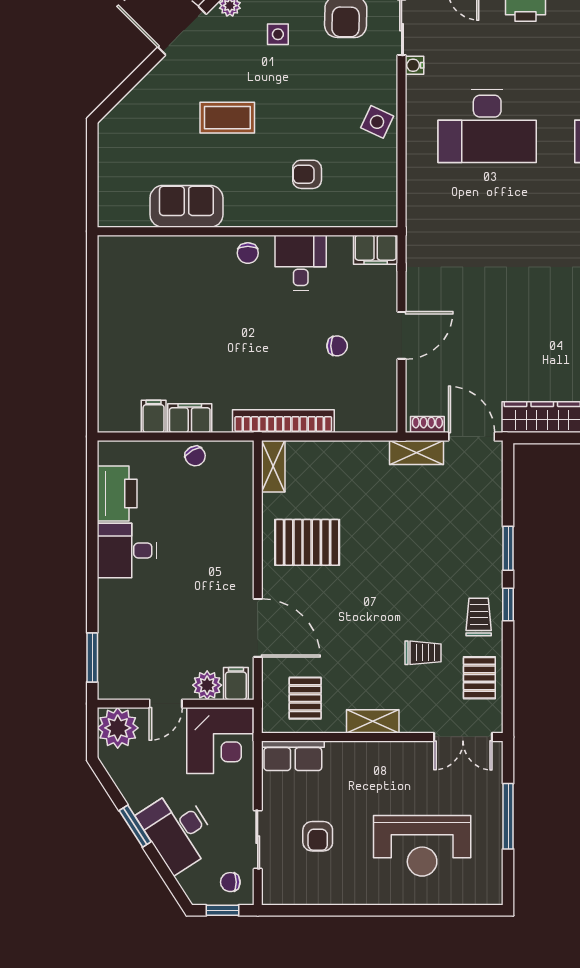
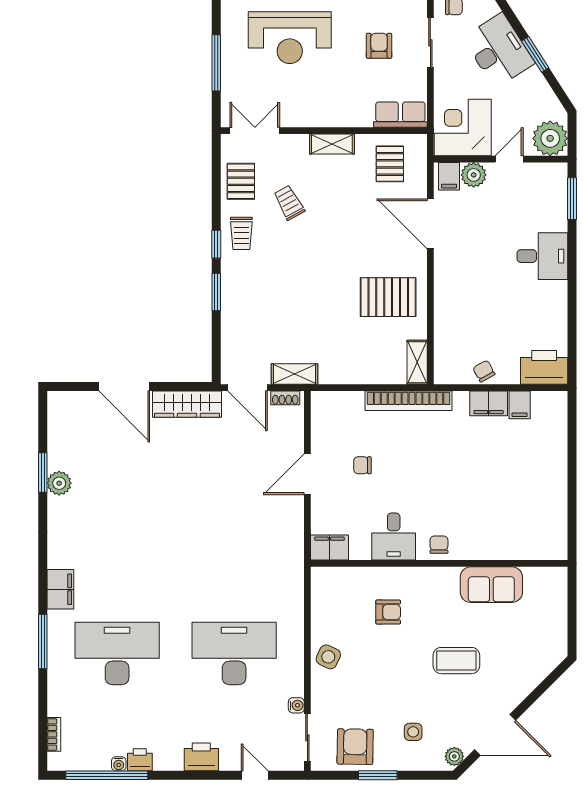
printer: (117, 493) -> (544, 367), moved, turned 90
desk: (127, 550) -> (542, 256), moved
trolley: (423, 653) -> (289, 203), turned 61
reception desk: (422, 846) -> (290, 38), turned 180

